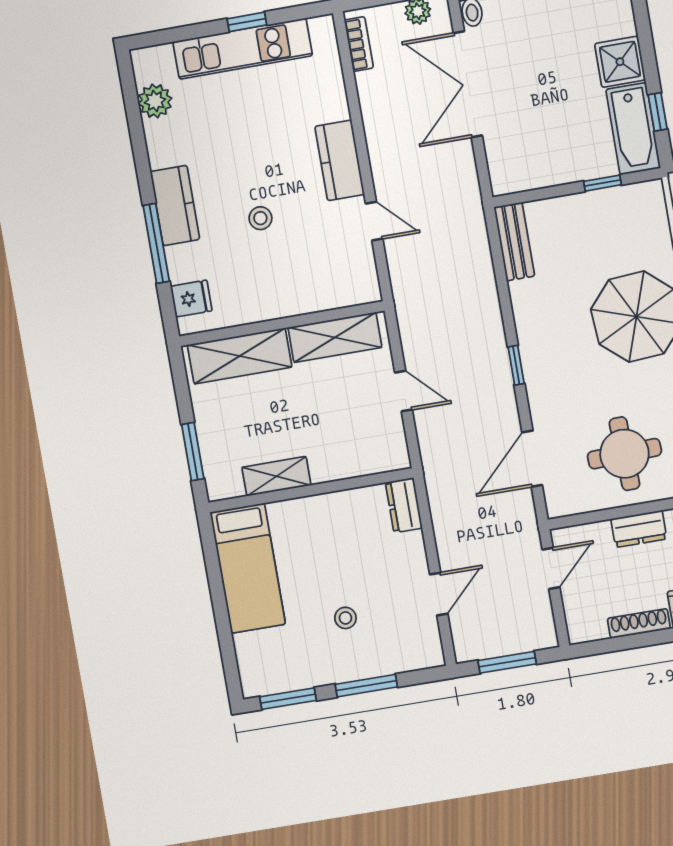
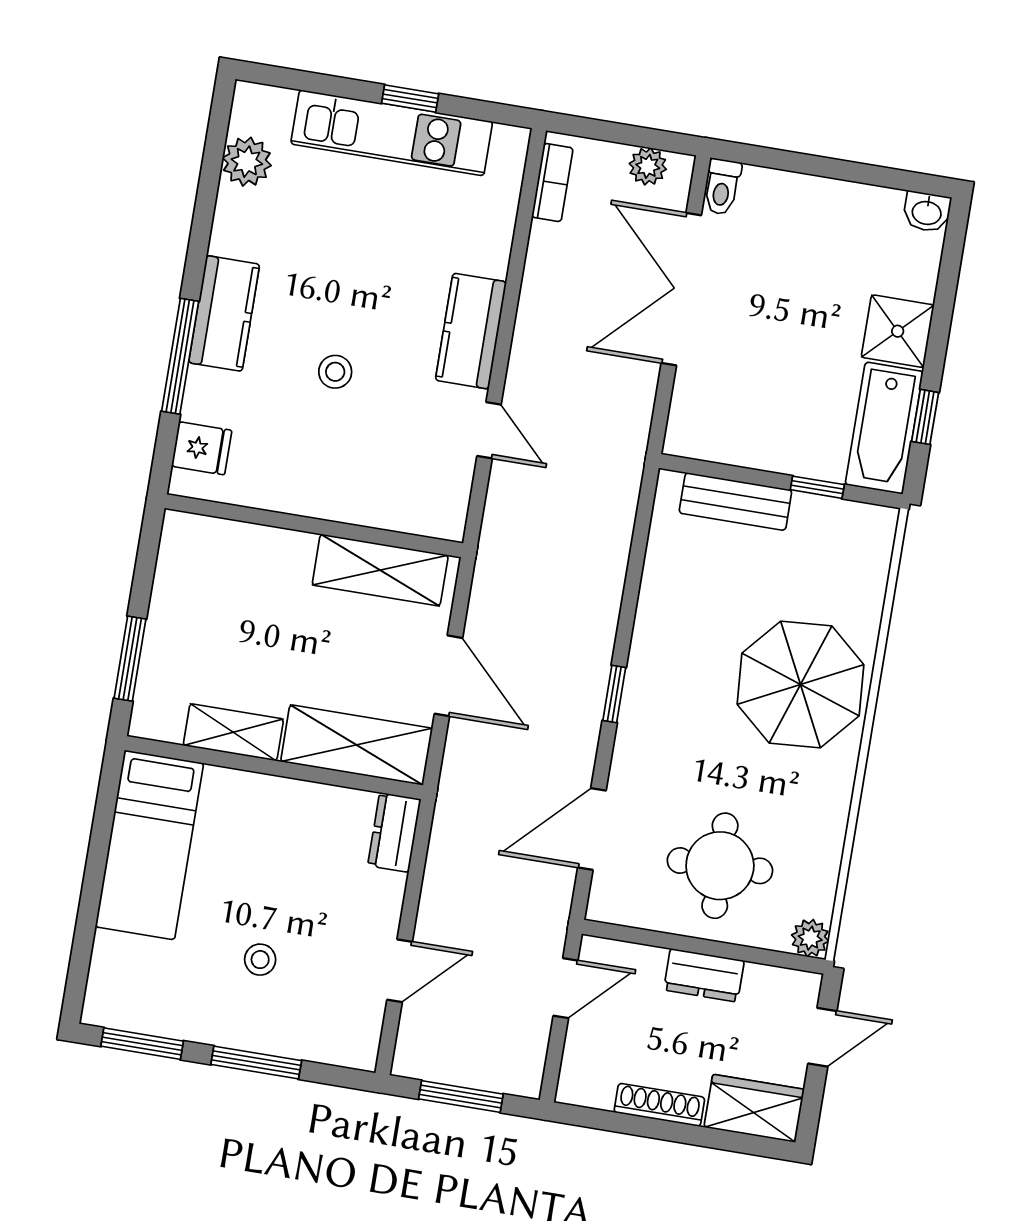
bench: (514, 242) -> (735, 502), moved, turned 90
shelving: (240, 356) -> (357, 745), moved
door: (404, 391) -> (448, 676), width x1.37

